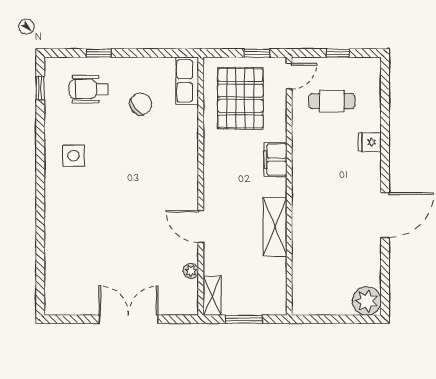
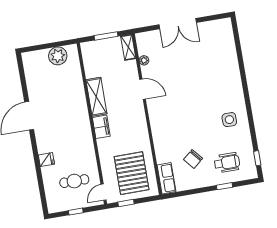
filing cabinet: (275, 160) -> (101, 127), moved
plant: (367, 301) -> (58, 56), moved

